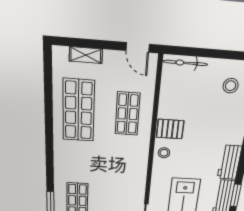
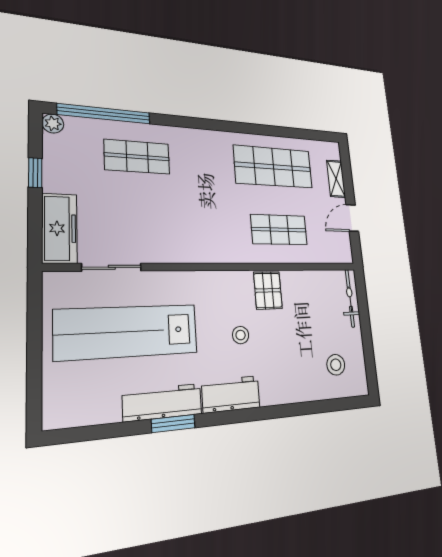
door: (138, 47) -> (352, 218), moved
stool: (164, 153) -> (241, 335), moved

